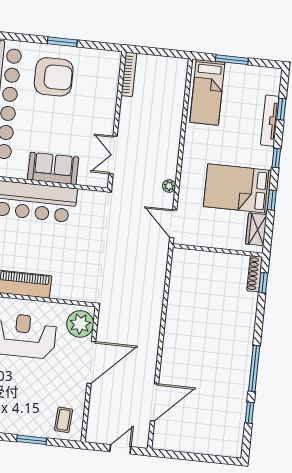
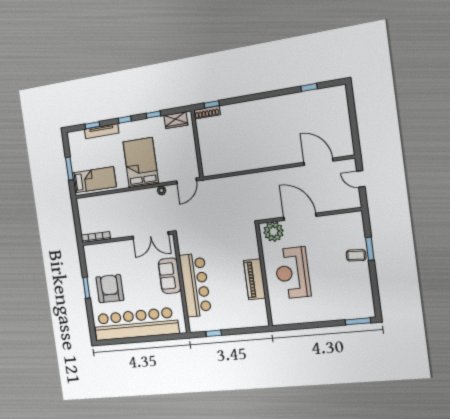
double door: (113, 155) -> (151, 235), width x1.37
bed: (238, 188) -> (141, 163), moved, turned 180
window: (254, 369) -> (275, 93), removed
coffee table: (64, 420) -> (356, 255), moved

